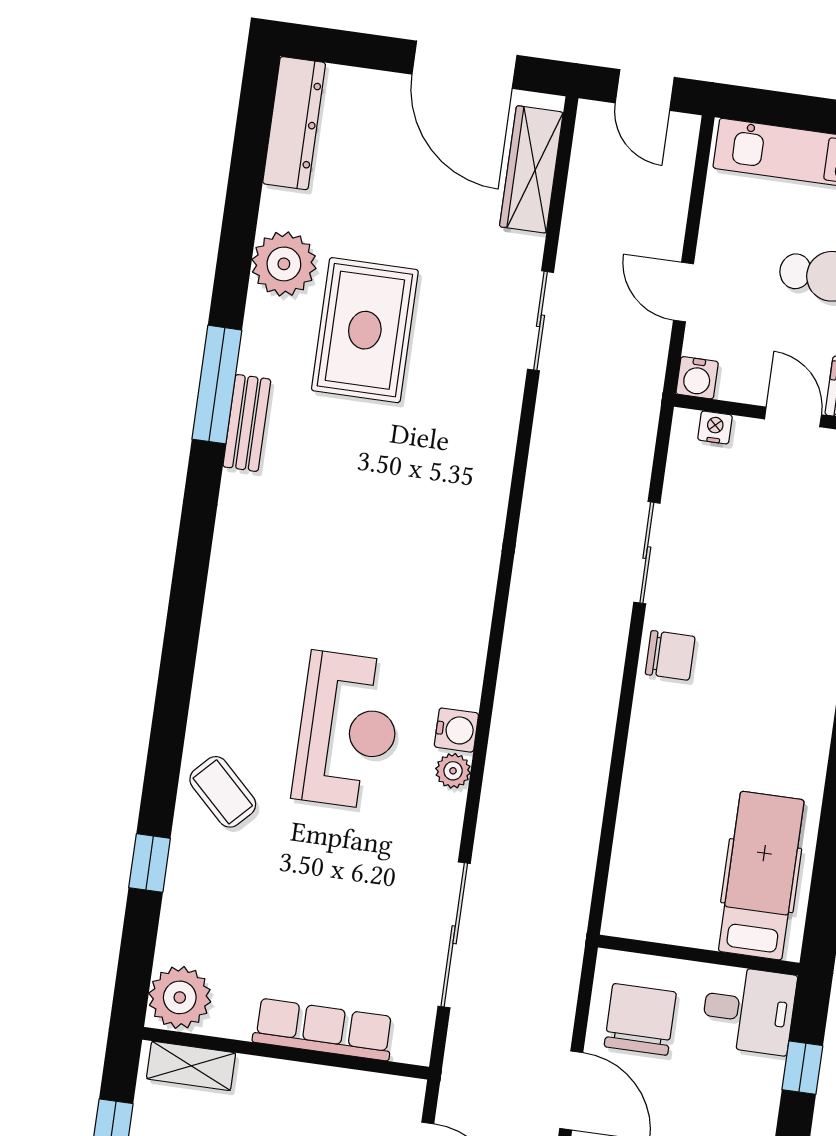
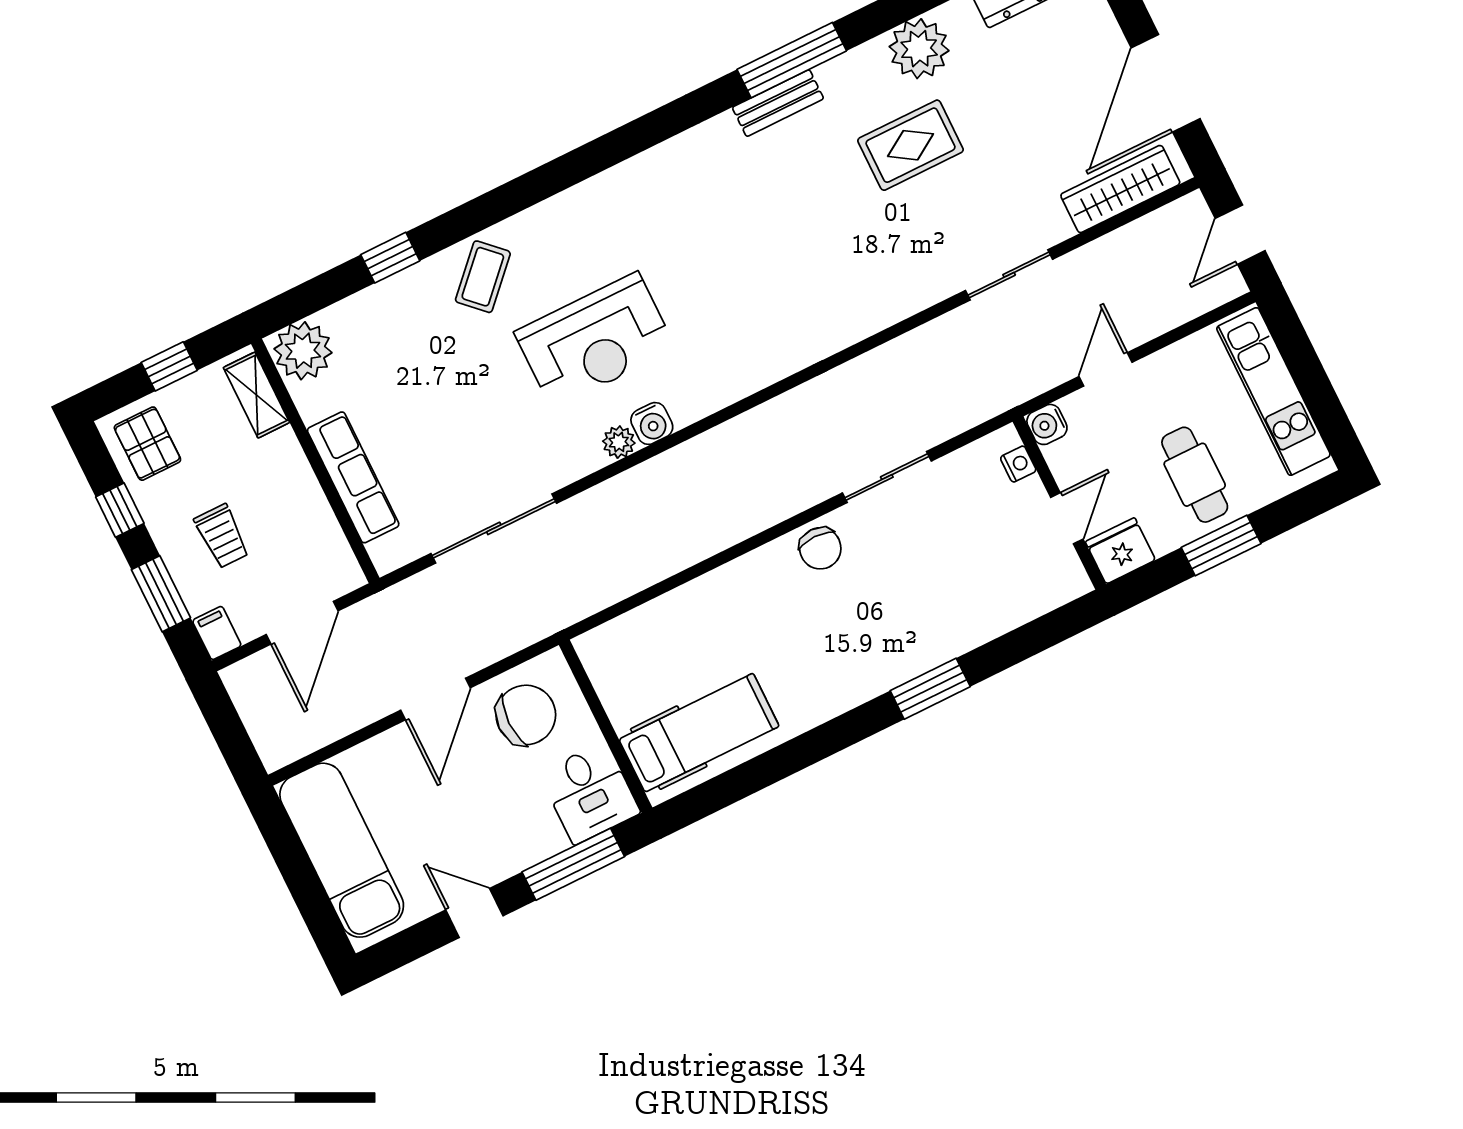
rug: (365, 330) -> (910, 145), width x0.73, depth x0.70
window: (802, 1068) -> (573, 864), width x2.17

